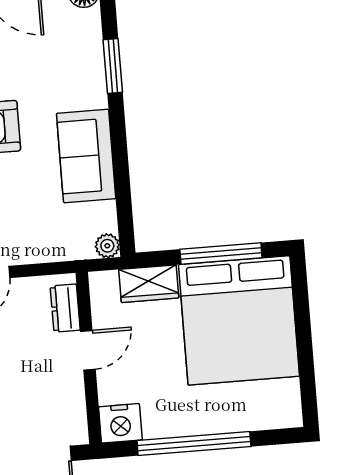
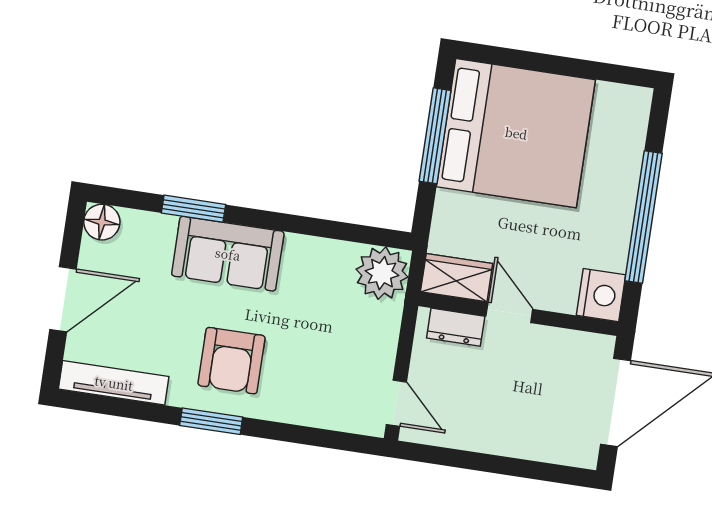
sofa: (86, 156) -> (228, 254), moved
plant: (107, 246) -> (382, 273), width x1.87, depth x1.87
wardrobe: (149, 284) -> (457, 278), moved, turned -90

